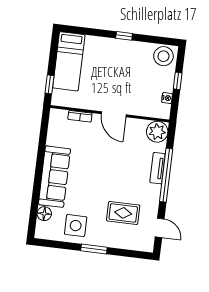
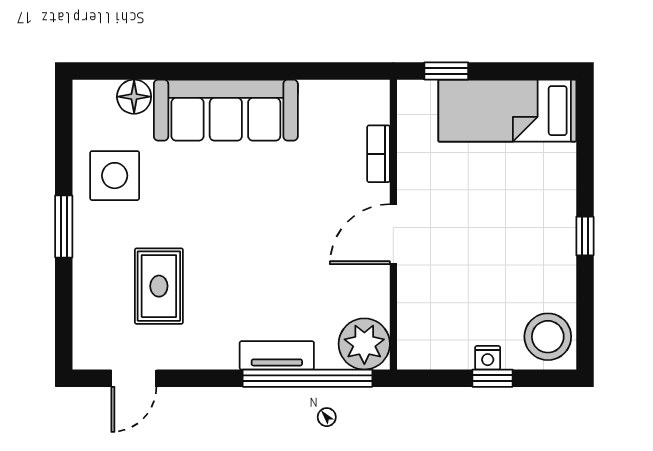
nightstand: (167, 98) -> (488, 358), moved
window: (166, 175) -> (308, 378), moved

